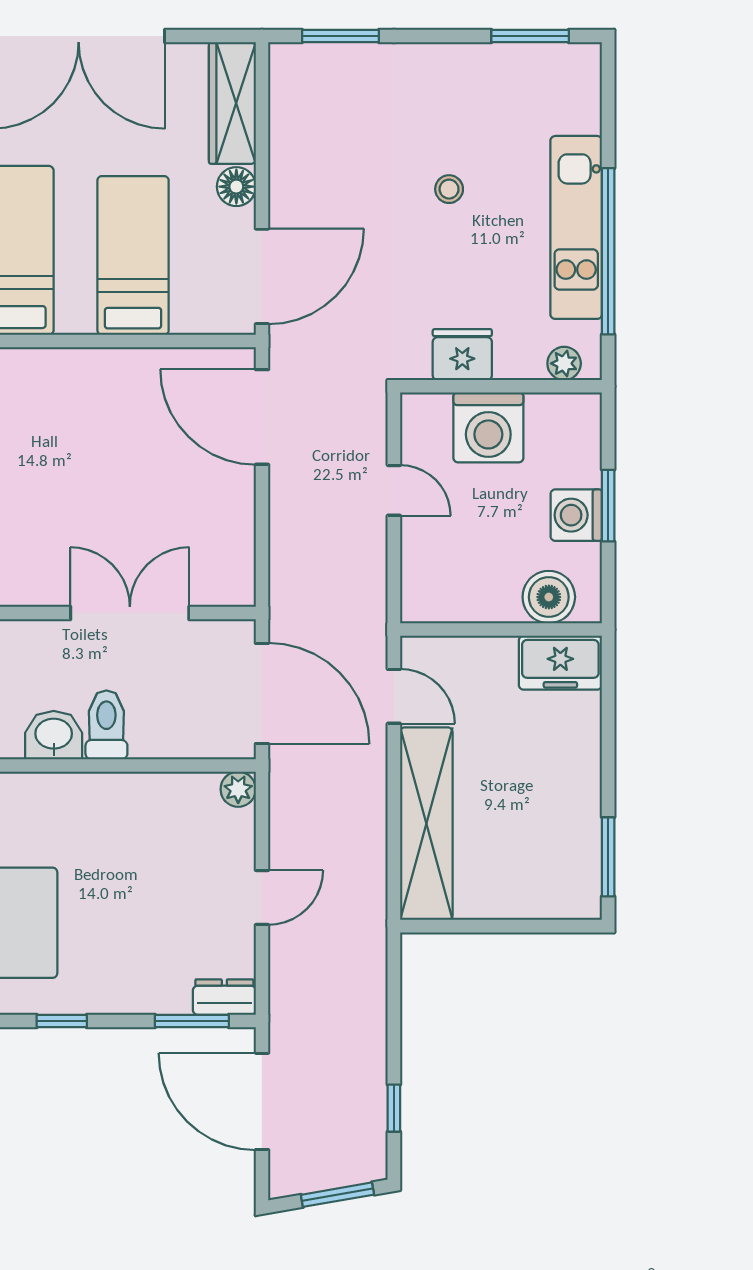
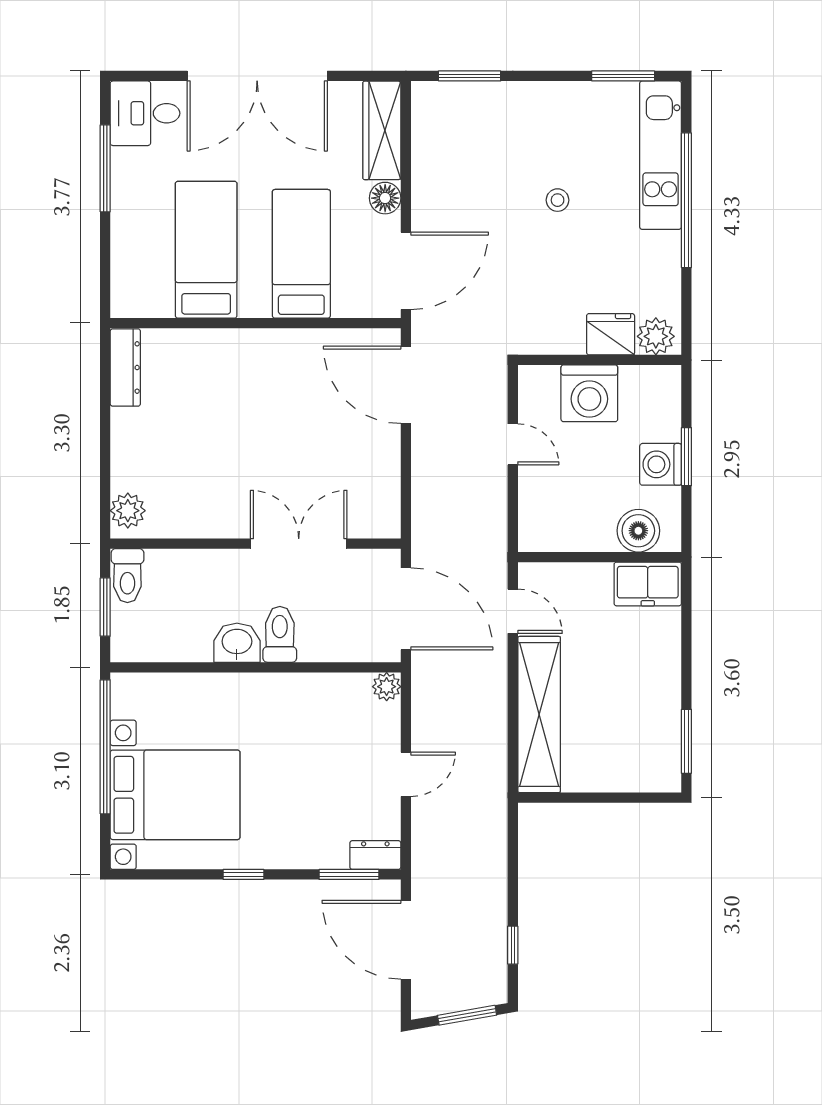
kitchen unit: (576, 227) -> (661, 155), moved
window: (608, 251) -> (686, 200), moved
fridge: (462, 355) -> (611, 334), moved
plant: (564, 363) -> (656, 336), width x1.38, depth x1.38

